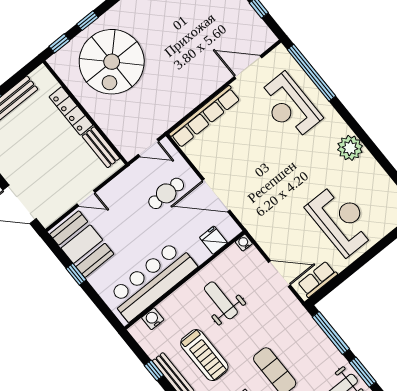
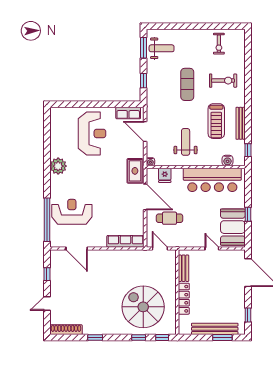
spiral stairs: (112, 62) -> (143, 307), turned -90
reception desk: (289, 106) -> (72, 212), turned -90
row of seats: (205, 116) -> (125, 241), width x0.73
rug: (253, 217) -> (135, 171), added
reception desk: (341, 220) -> (92, 133), turned 180
weight bench: (221, 300) -> (186, 142), turned 180
window: (331, 333) -> (143, 81), width x0.46
treadmill: (204, 355) -> (216, 121), turned 180
window: (154, 370) -> (248, 150), moved

